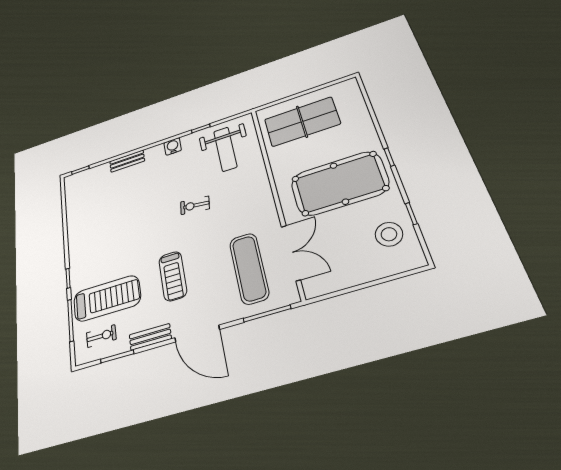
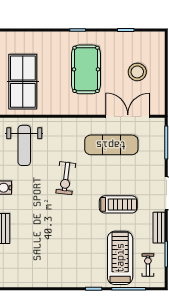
weight bench: (225, 149) -> (24, 145), turned 90
pool table: (339, 183) -> (86, 69), width x0.73, depth x0.76
exercise bike: (195, 205) -> (66, 178), width x1.38, depth x1.39
stool: (389, 234) -> (137, 72), moved
exercise mat: (249, 268) -> (111, 145), moved

